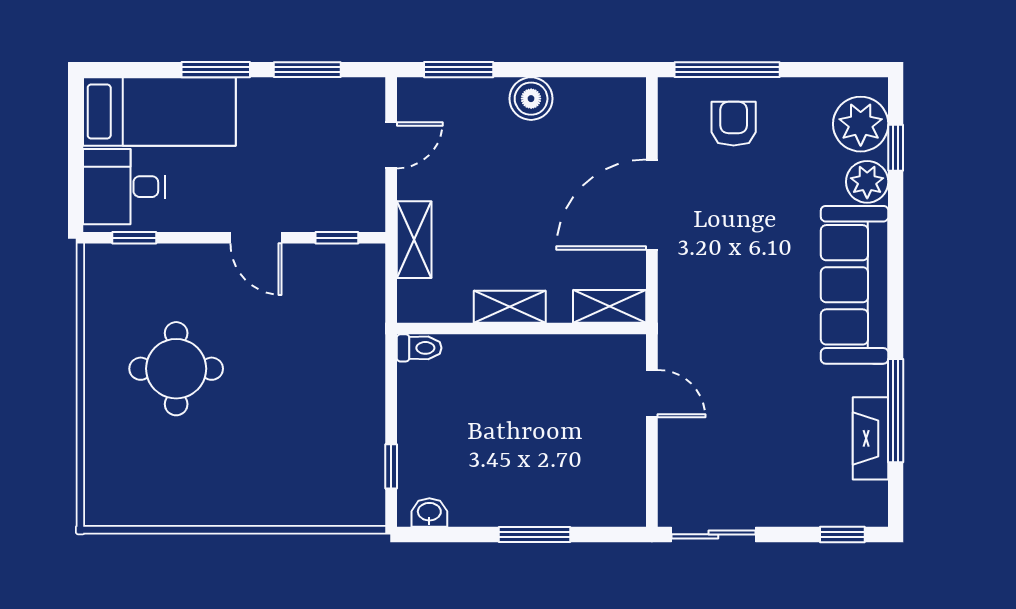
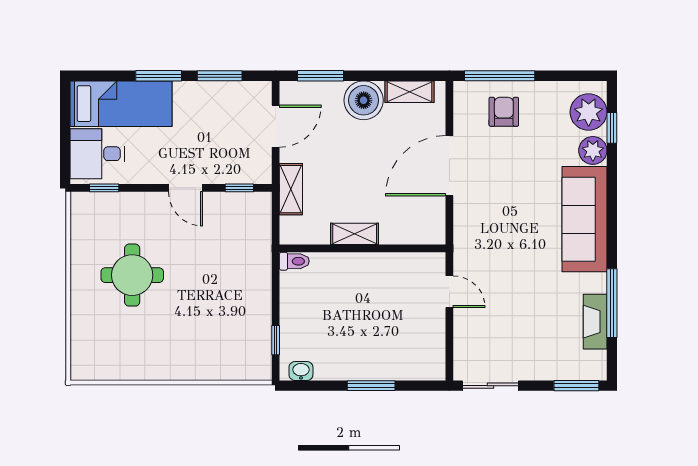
boiler: (531, 99) -> (364, 100), width x1.37, depth x1.37
door: (391, 145) -> (276, 126), width x1.38
shelving: (610, 306) -> (409, 92), moved
window: (842, 534) -> (576, 386), width x1.50

